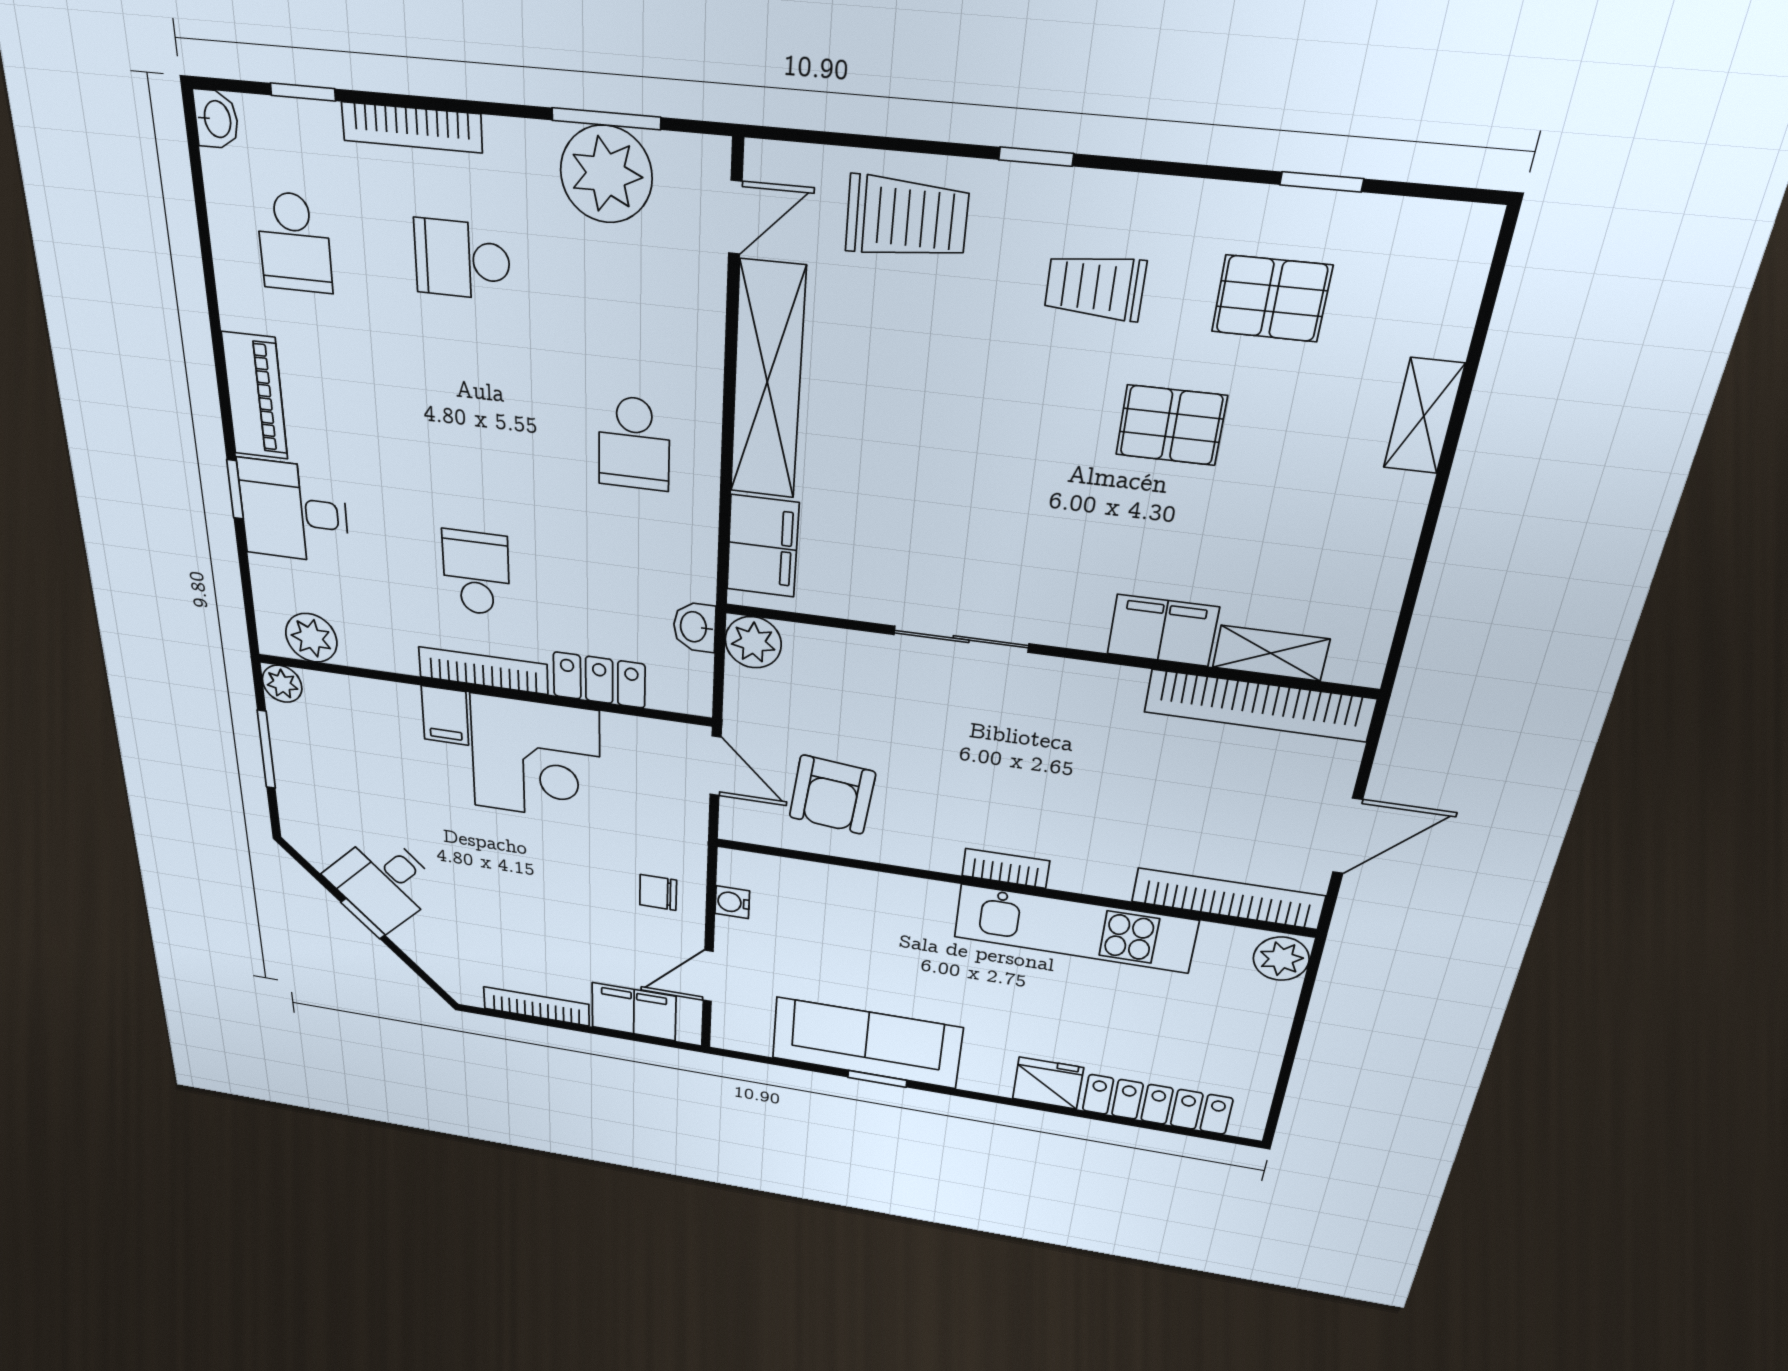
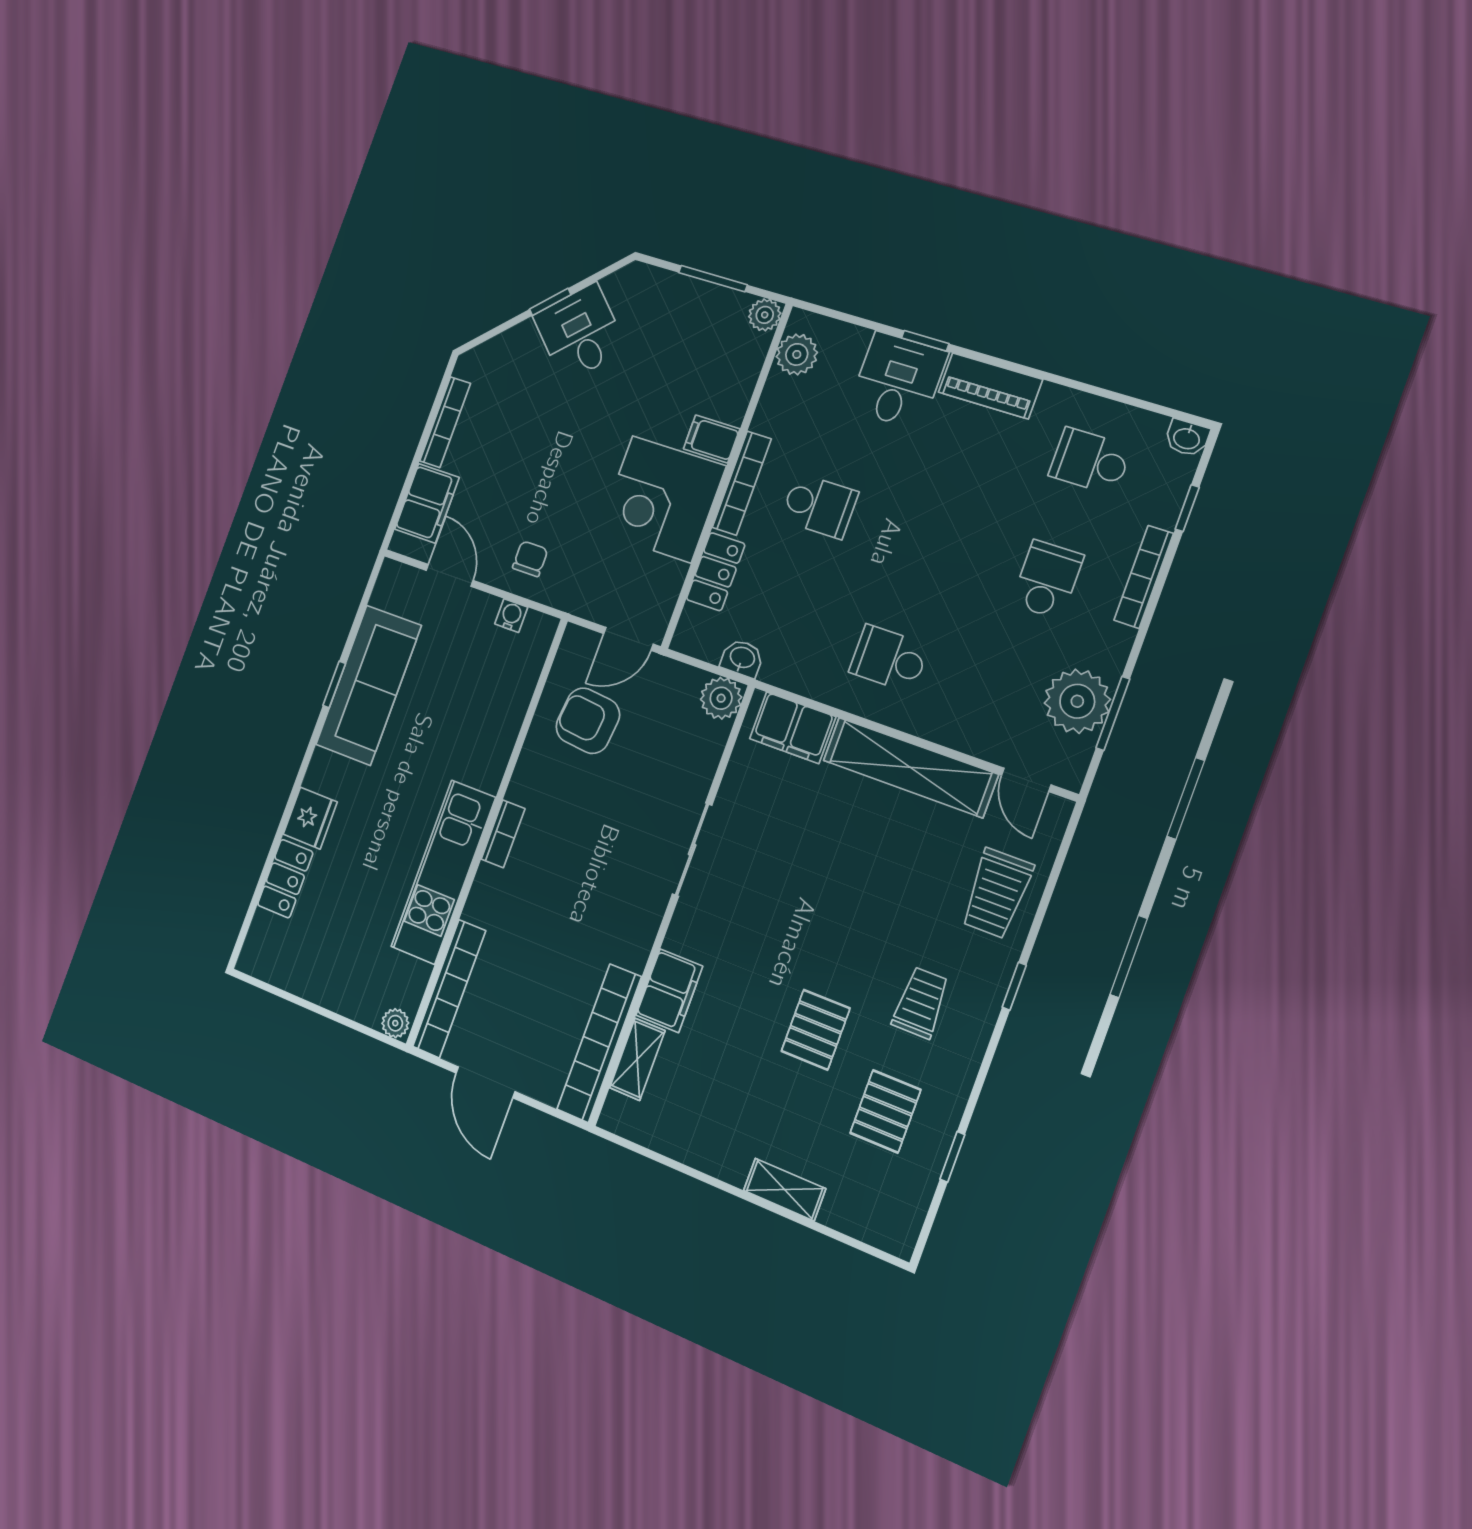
plant: (1281, 959) -> (395, 1023), width x0.73, depth x0.73
locker: (1157, 1104) -> (285, 879), width x0.66

